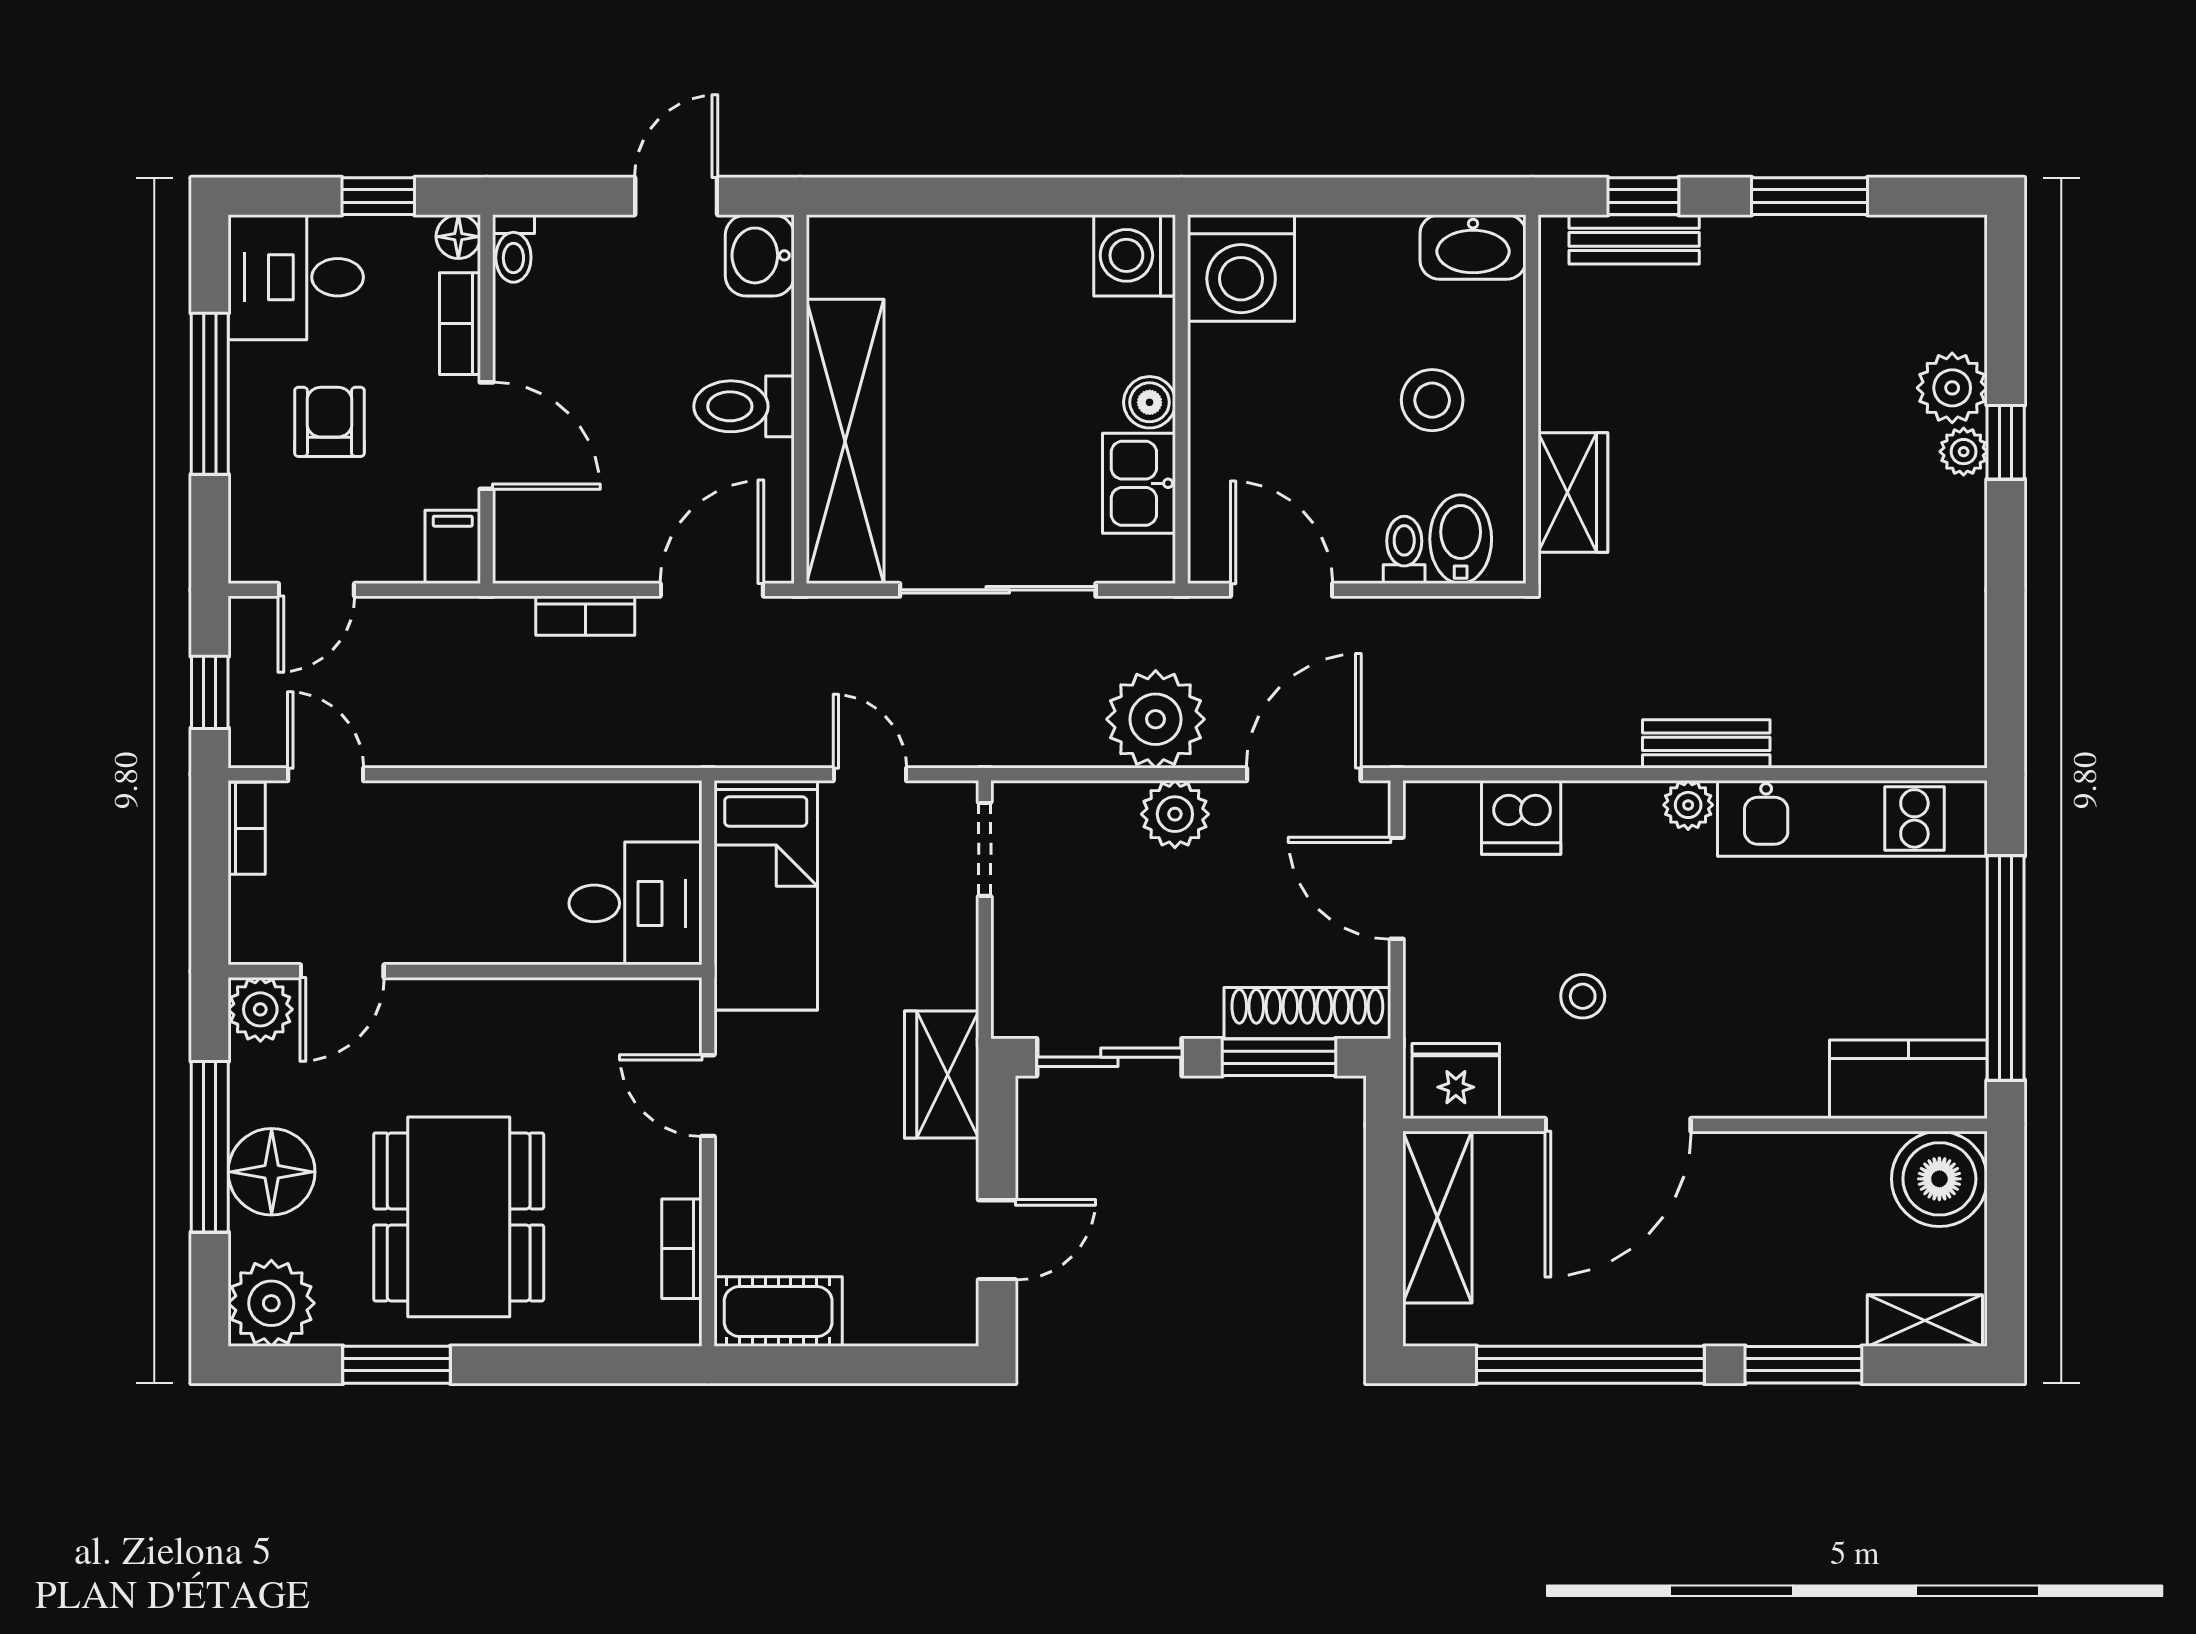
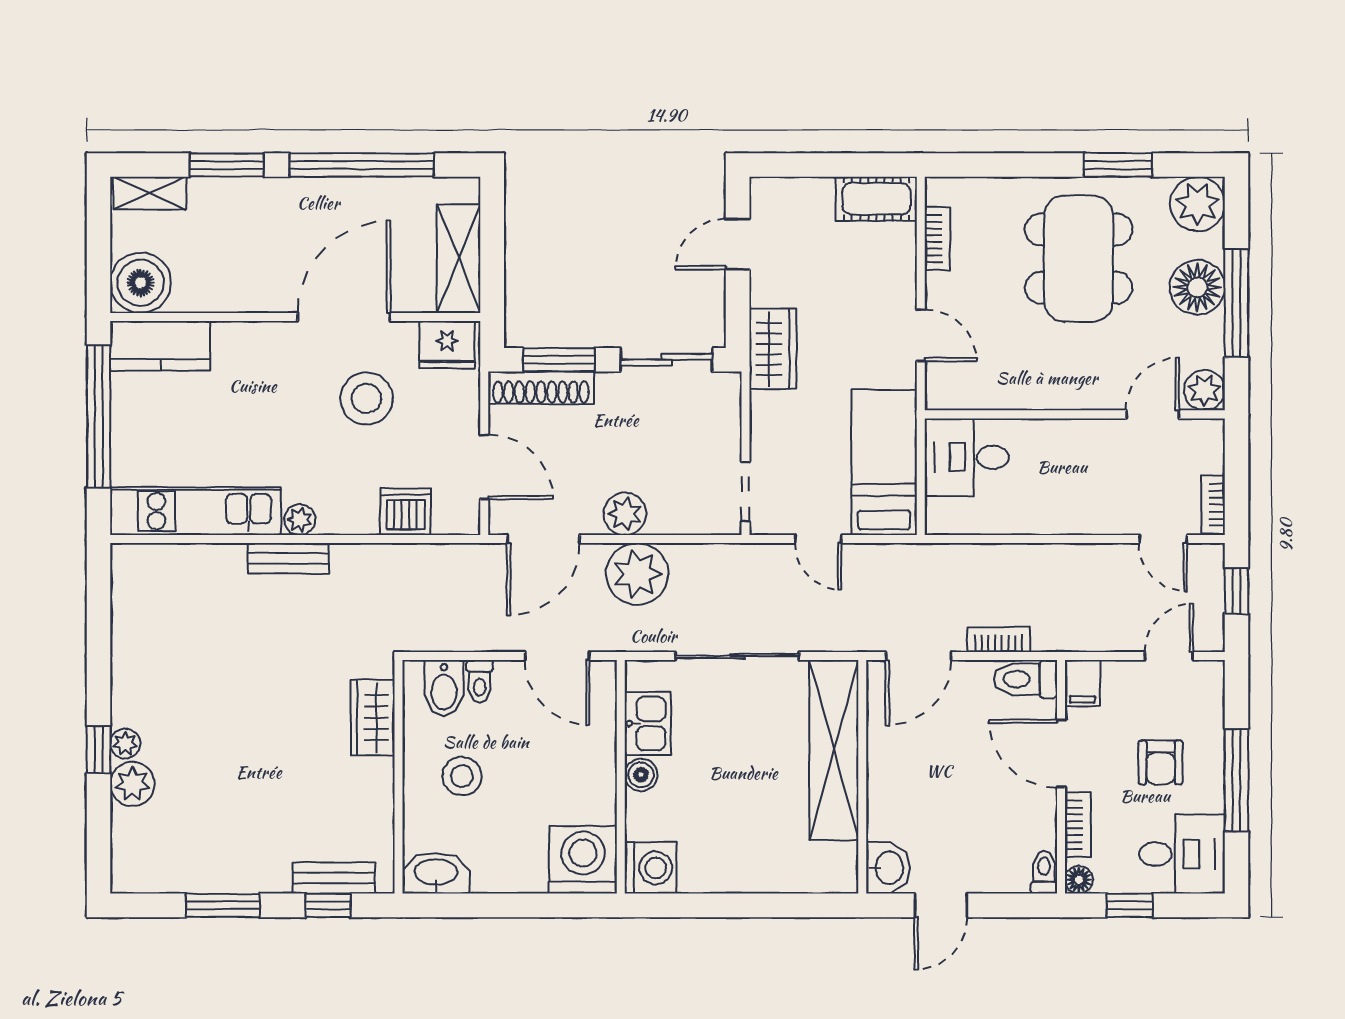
toilet: (744, 406) -> (1025, 679), moved, turned 180
stool: (1583, 996) -> (367, 398), width x1.89, depth x1.89

